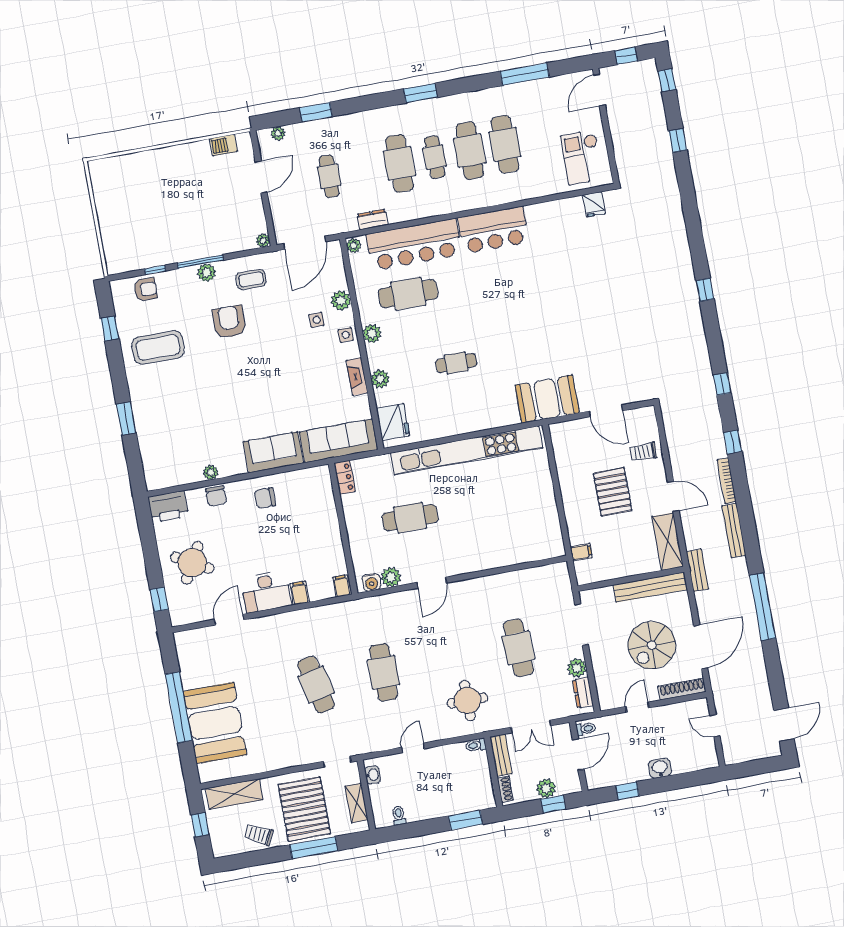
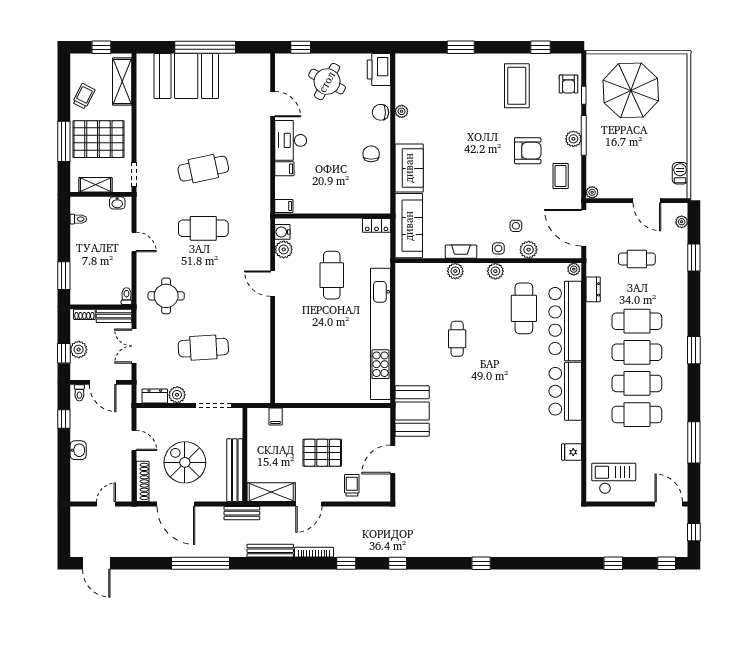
cafe table: (435, 157) -> (637, 352), width x1.37, depth x1.35
fridge: (594, 204) -> (572, 452), moved
parasol: (140, 218) -> (631, 90), added
fridge: (393, 422) -> (416, 275), removed
toilet: (586, 729) -> (79, 393), moved

